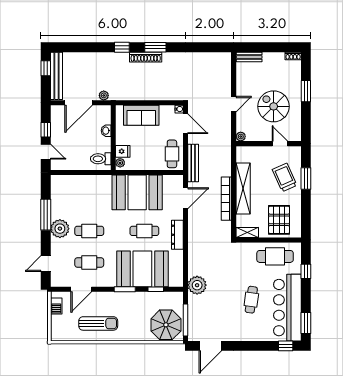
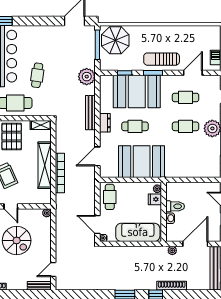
shoe rack: (146, 57) -> (172, 286), moved
door: (234, 104) -> (53, 270), moved
sofa: (141, 115) -> (138, 232), width x1.36
toilet: (101, 159) -> (175, 206), moved
bench: (193, 163) -> (90, 113), moved
bookcase: (226, 199) -> (60, 173), moved
dresser: (177, 235) -> (105, 123), width x0.70
cafe table: (251, 300) -> (37, 75), moved
sun lounger: (98, 323) -> (162, 59), moved

